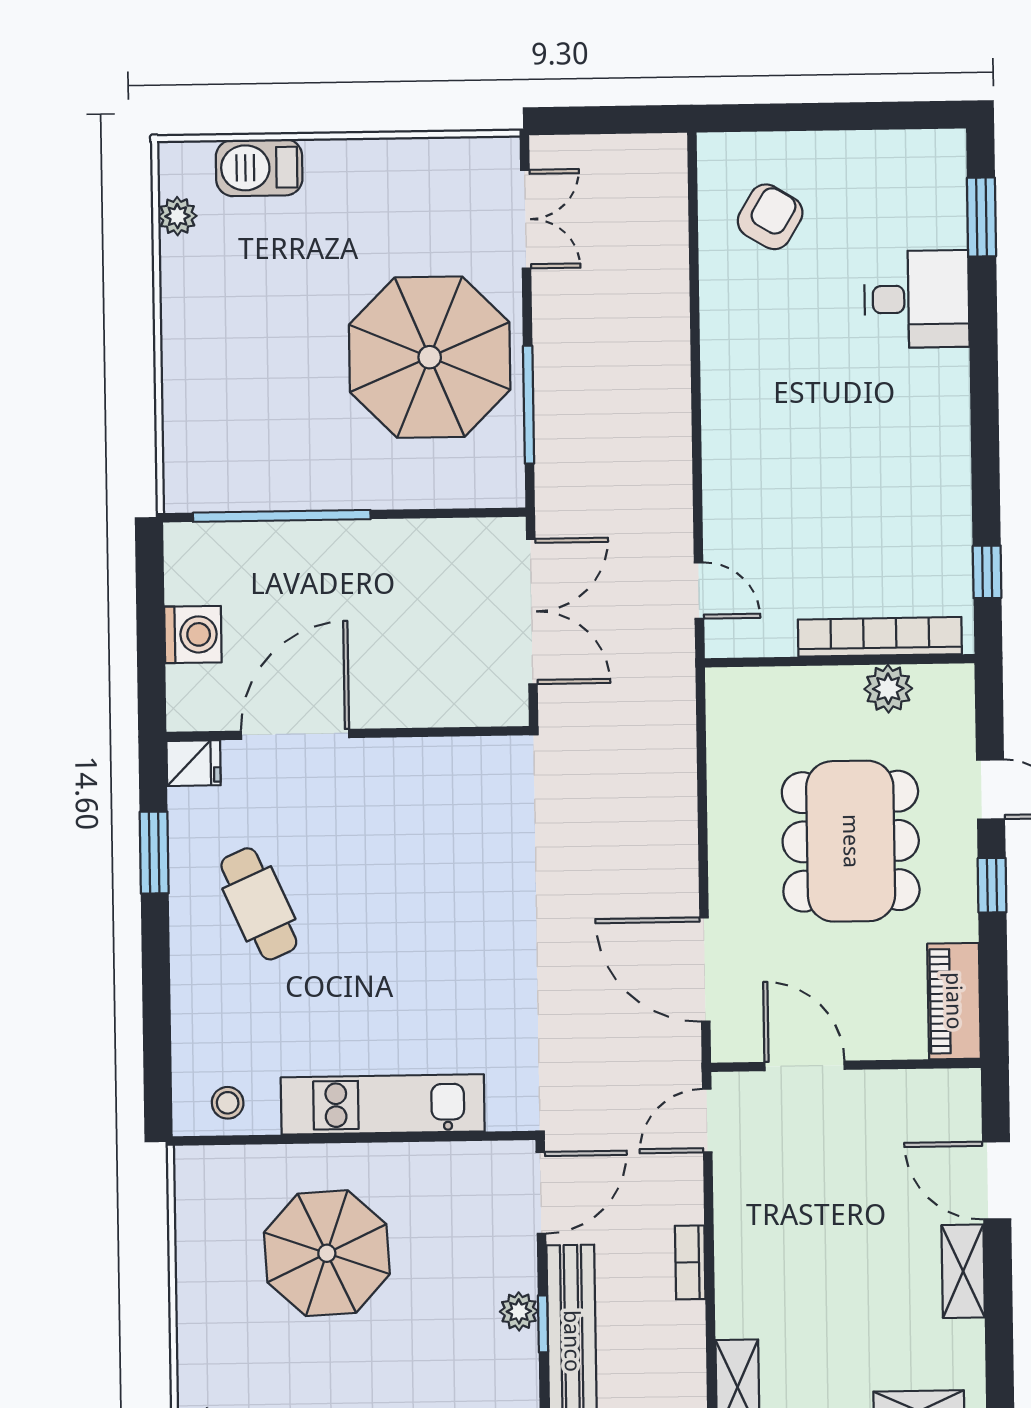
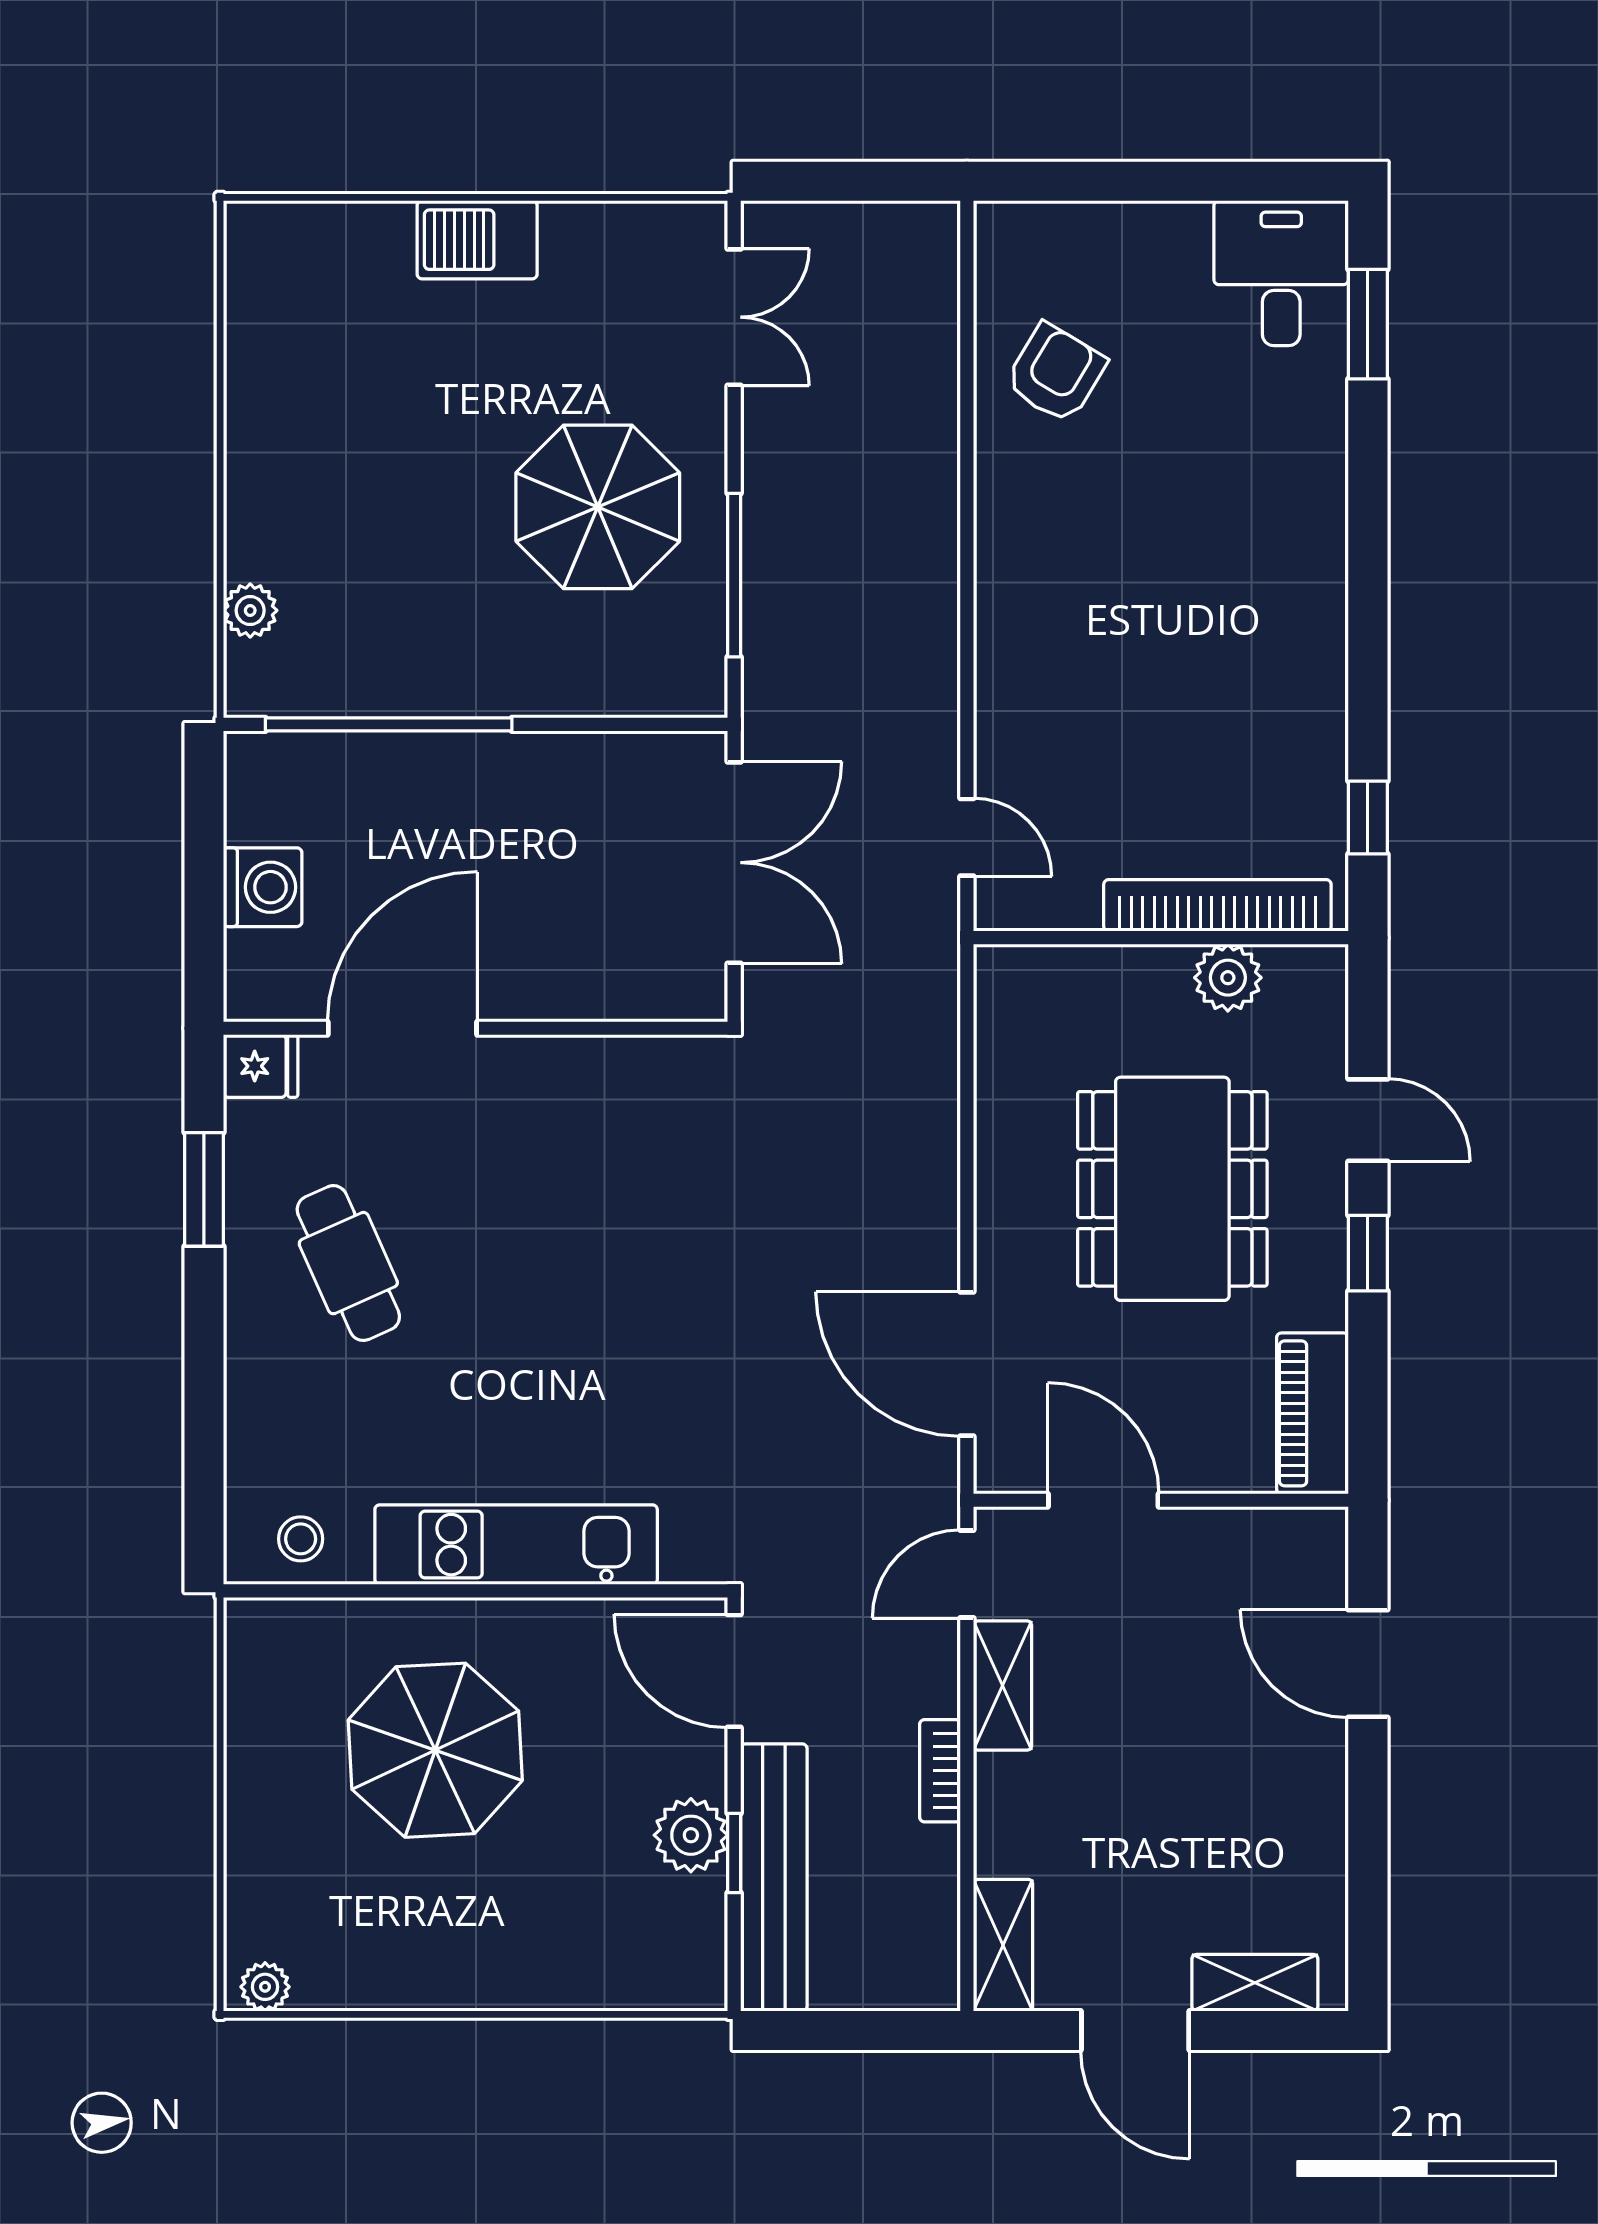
barbecue: (259, 168) -> (477, 240), moved
plant: (177, 216) -> (250, 610), moved
armchair: (770, 217) -> (1056, 373), moved
desk: (917, 299) -> (1281, 273), moved, turned -90
parasol: (430, 357) -> (598, 507), width x0.73, depth x0.73
door: (541, 1193) -> (734, 1671), swing flipped
shelving: (963, 1271) -> (1003, 1686), moved
plant: (519, 1311) -> (691, 1835), width x1.38, depth x1.38

